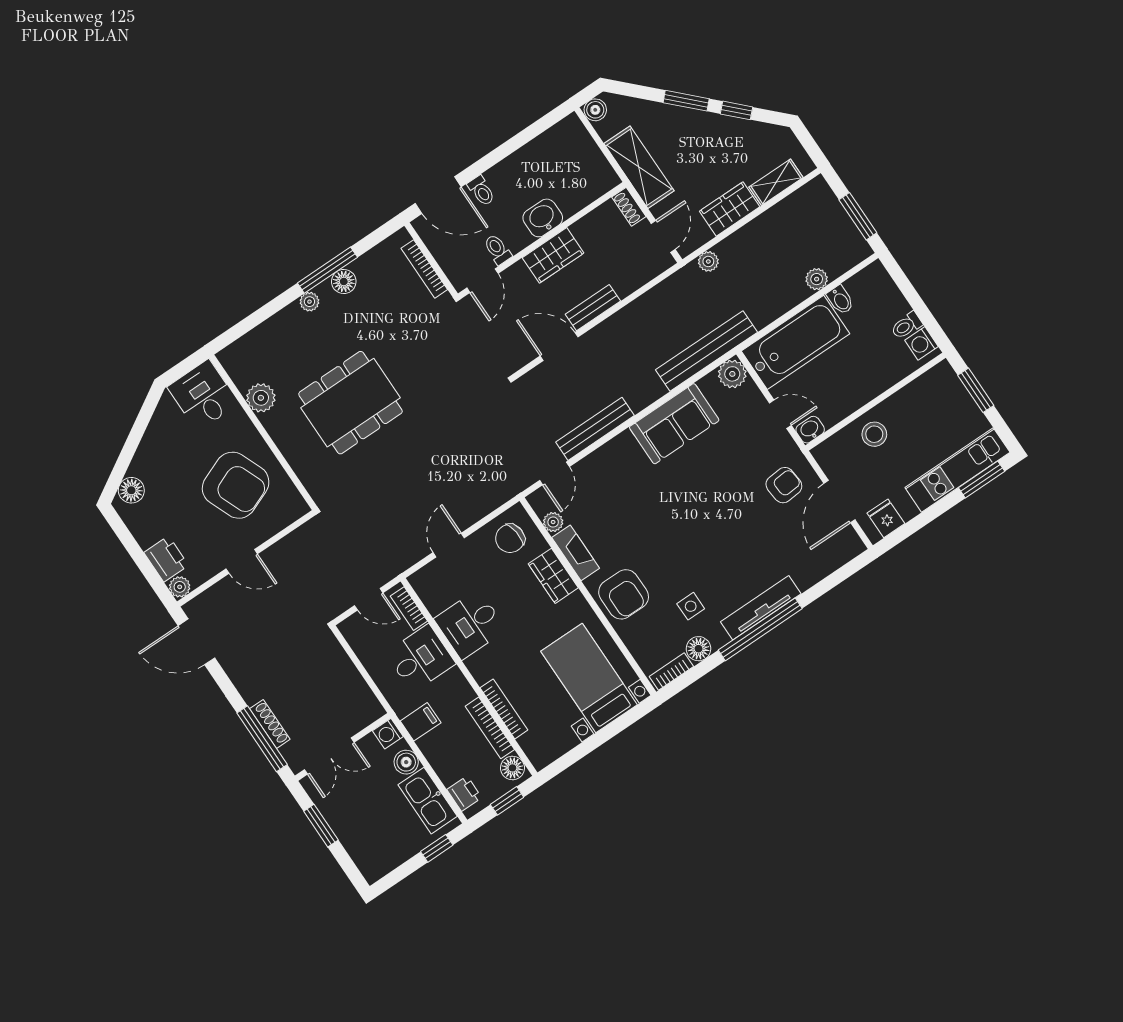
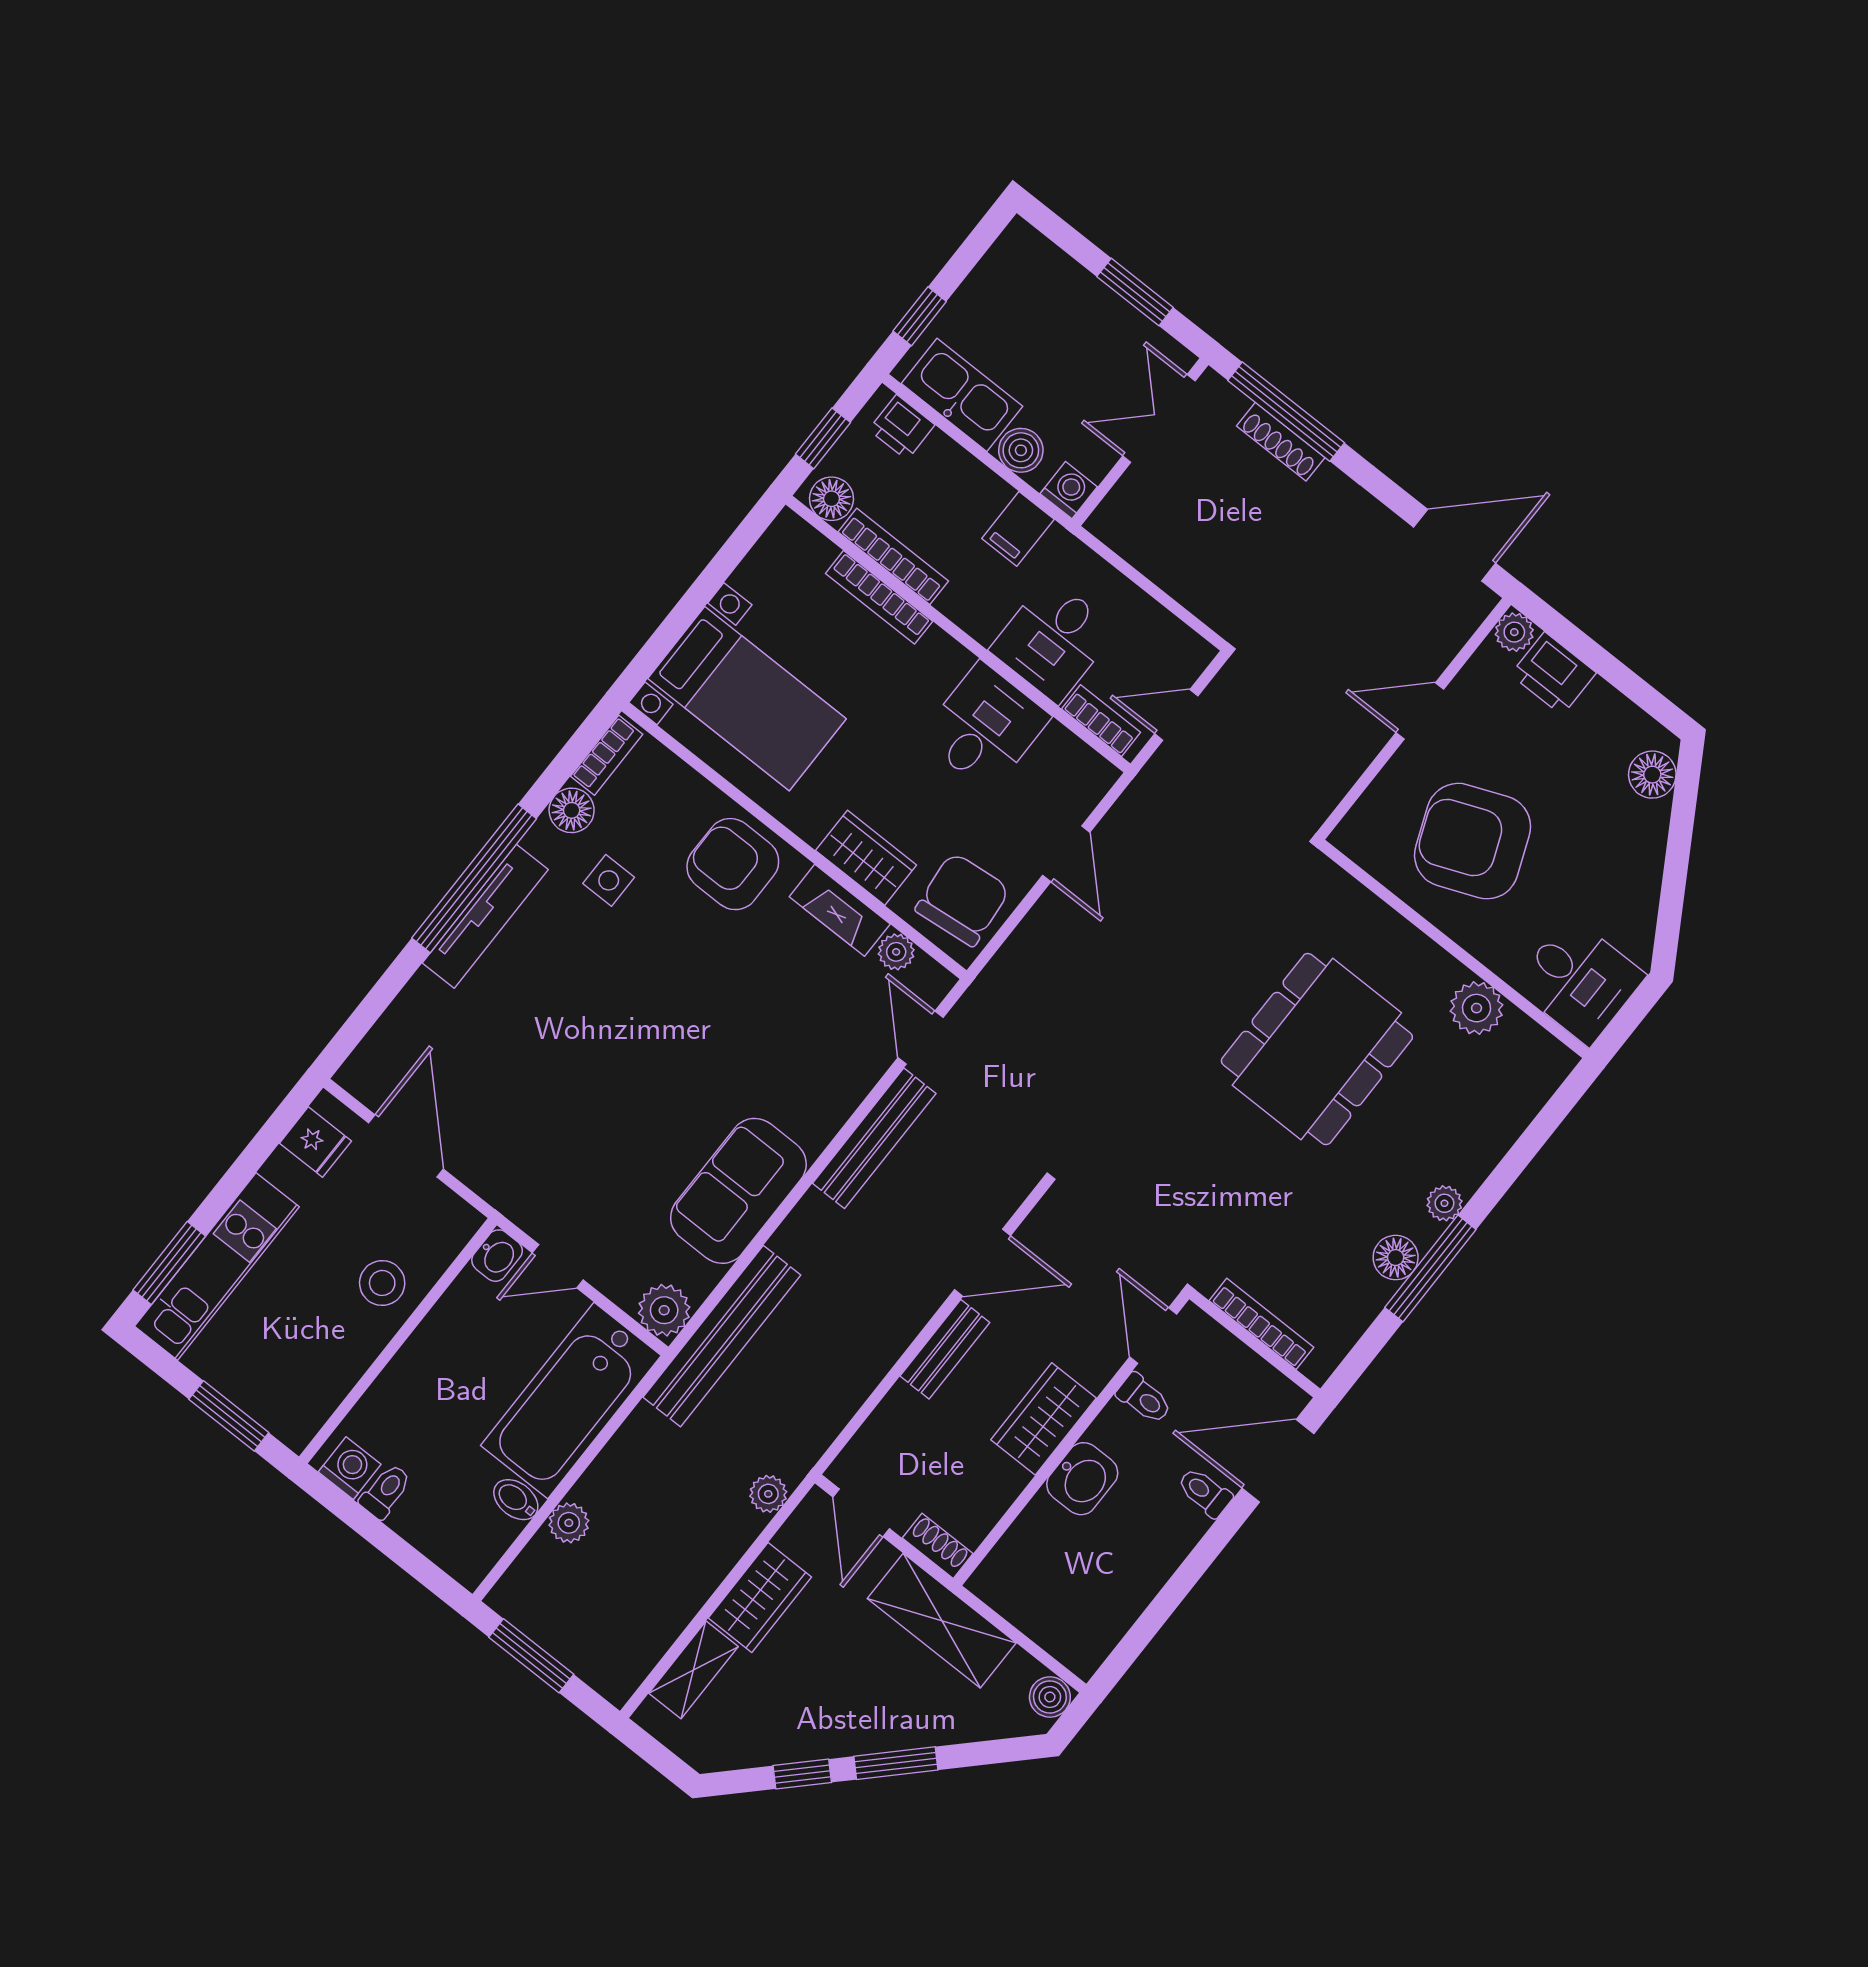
armchair: (784, 485) -> (512, 1144), removed
chair: (510, 538) -> (963, 899), width x1.37, depth x1.37

